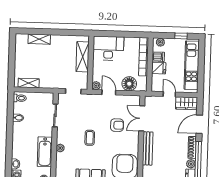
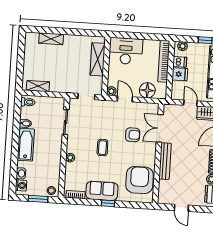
bathtub: (45, 152) -> (26, 145), moved, turned 180

